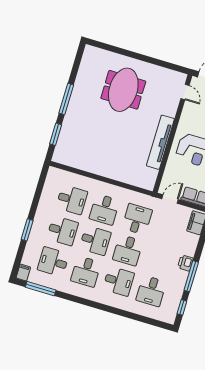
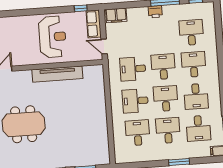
desk: (104, 209) -> (135, 101), turned 180
desk: (128, 250) -> (163, 67), turned -90
desk: (86, 271) -> (196, 96), turned 90
desk: (151, 291) -> (191, 32), turned -90

